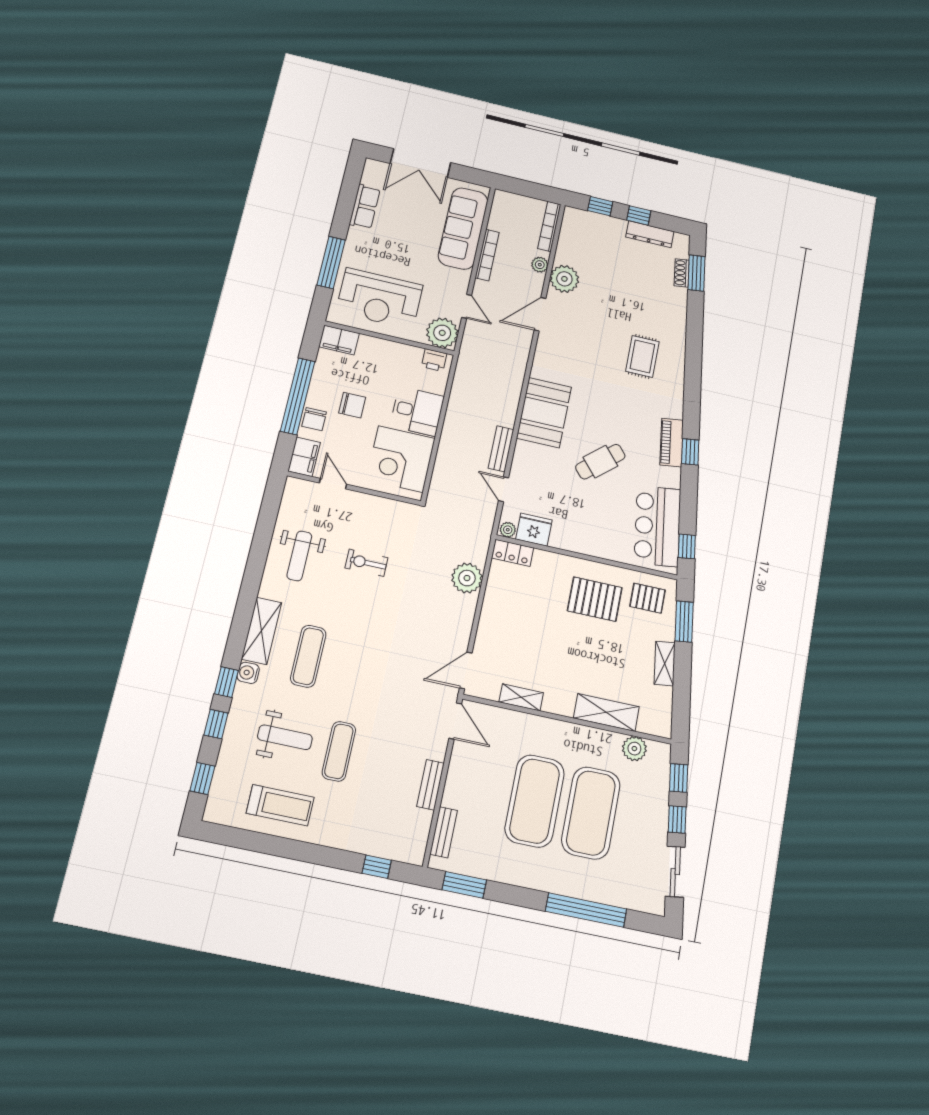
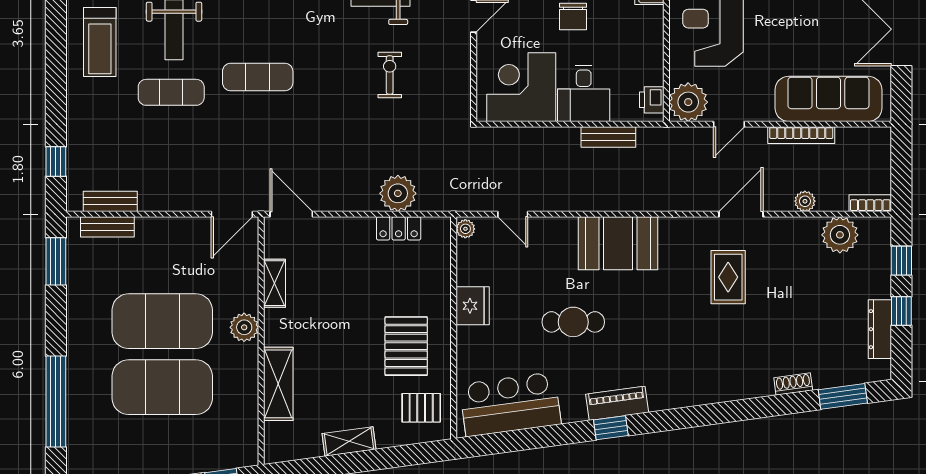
bookcase: (549, 226) -> (870, 203), width x0.64
shoe rack: (682, 273) -> (793, 384), moved
plant: (564, 279) -> (840, 235), moved
door: (540, 314) -> (741, 214), hinge flipped
rug: (642, 356) -> (728, 277), moved, turned 90
bench: (501, 449) -> (608, 137), moved
cafe table: (600, 462) -> (573, 322), turned -49
door: (504, 489) -> (513, 214), swing flipped
fridge: (534, 530) -> (473, 306), moved
window: (687, 546) -> (494, 444), removed
locker: (513, 553) -> (399, 228), moved, turned -90
pallet: (648, 598) -> (421, 408), turned 90
window: (684, 622) -> (403, 456), removed
exercise mat: (308, 656) -> (258, 77), moved
plant: (634, 749) -> (244, 327), moved
bench: (430, 785) -> (110, 201), moved

